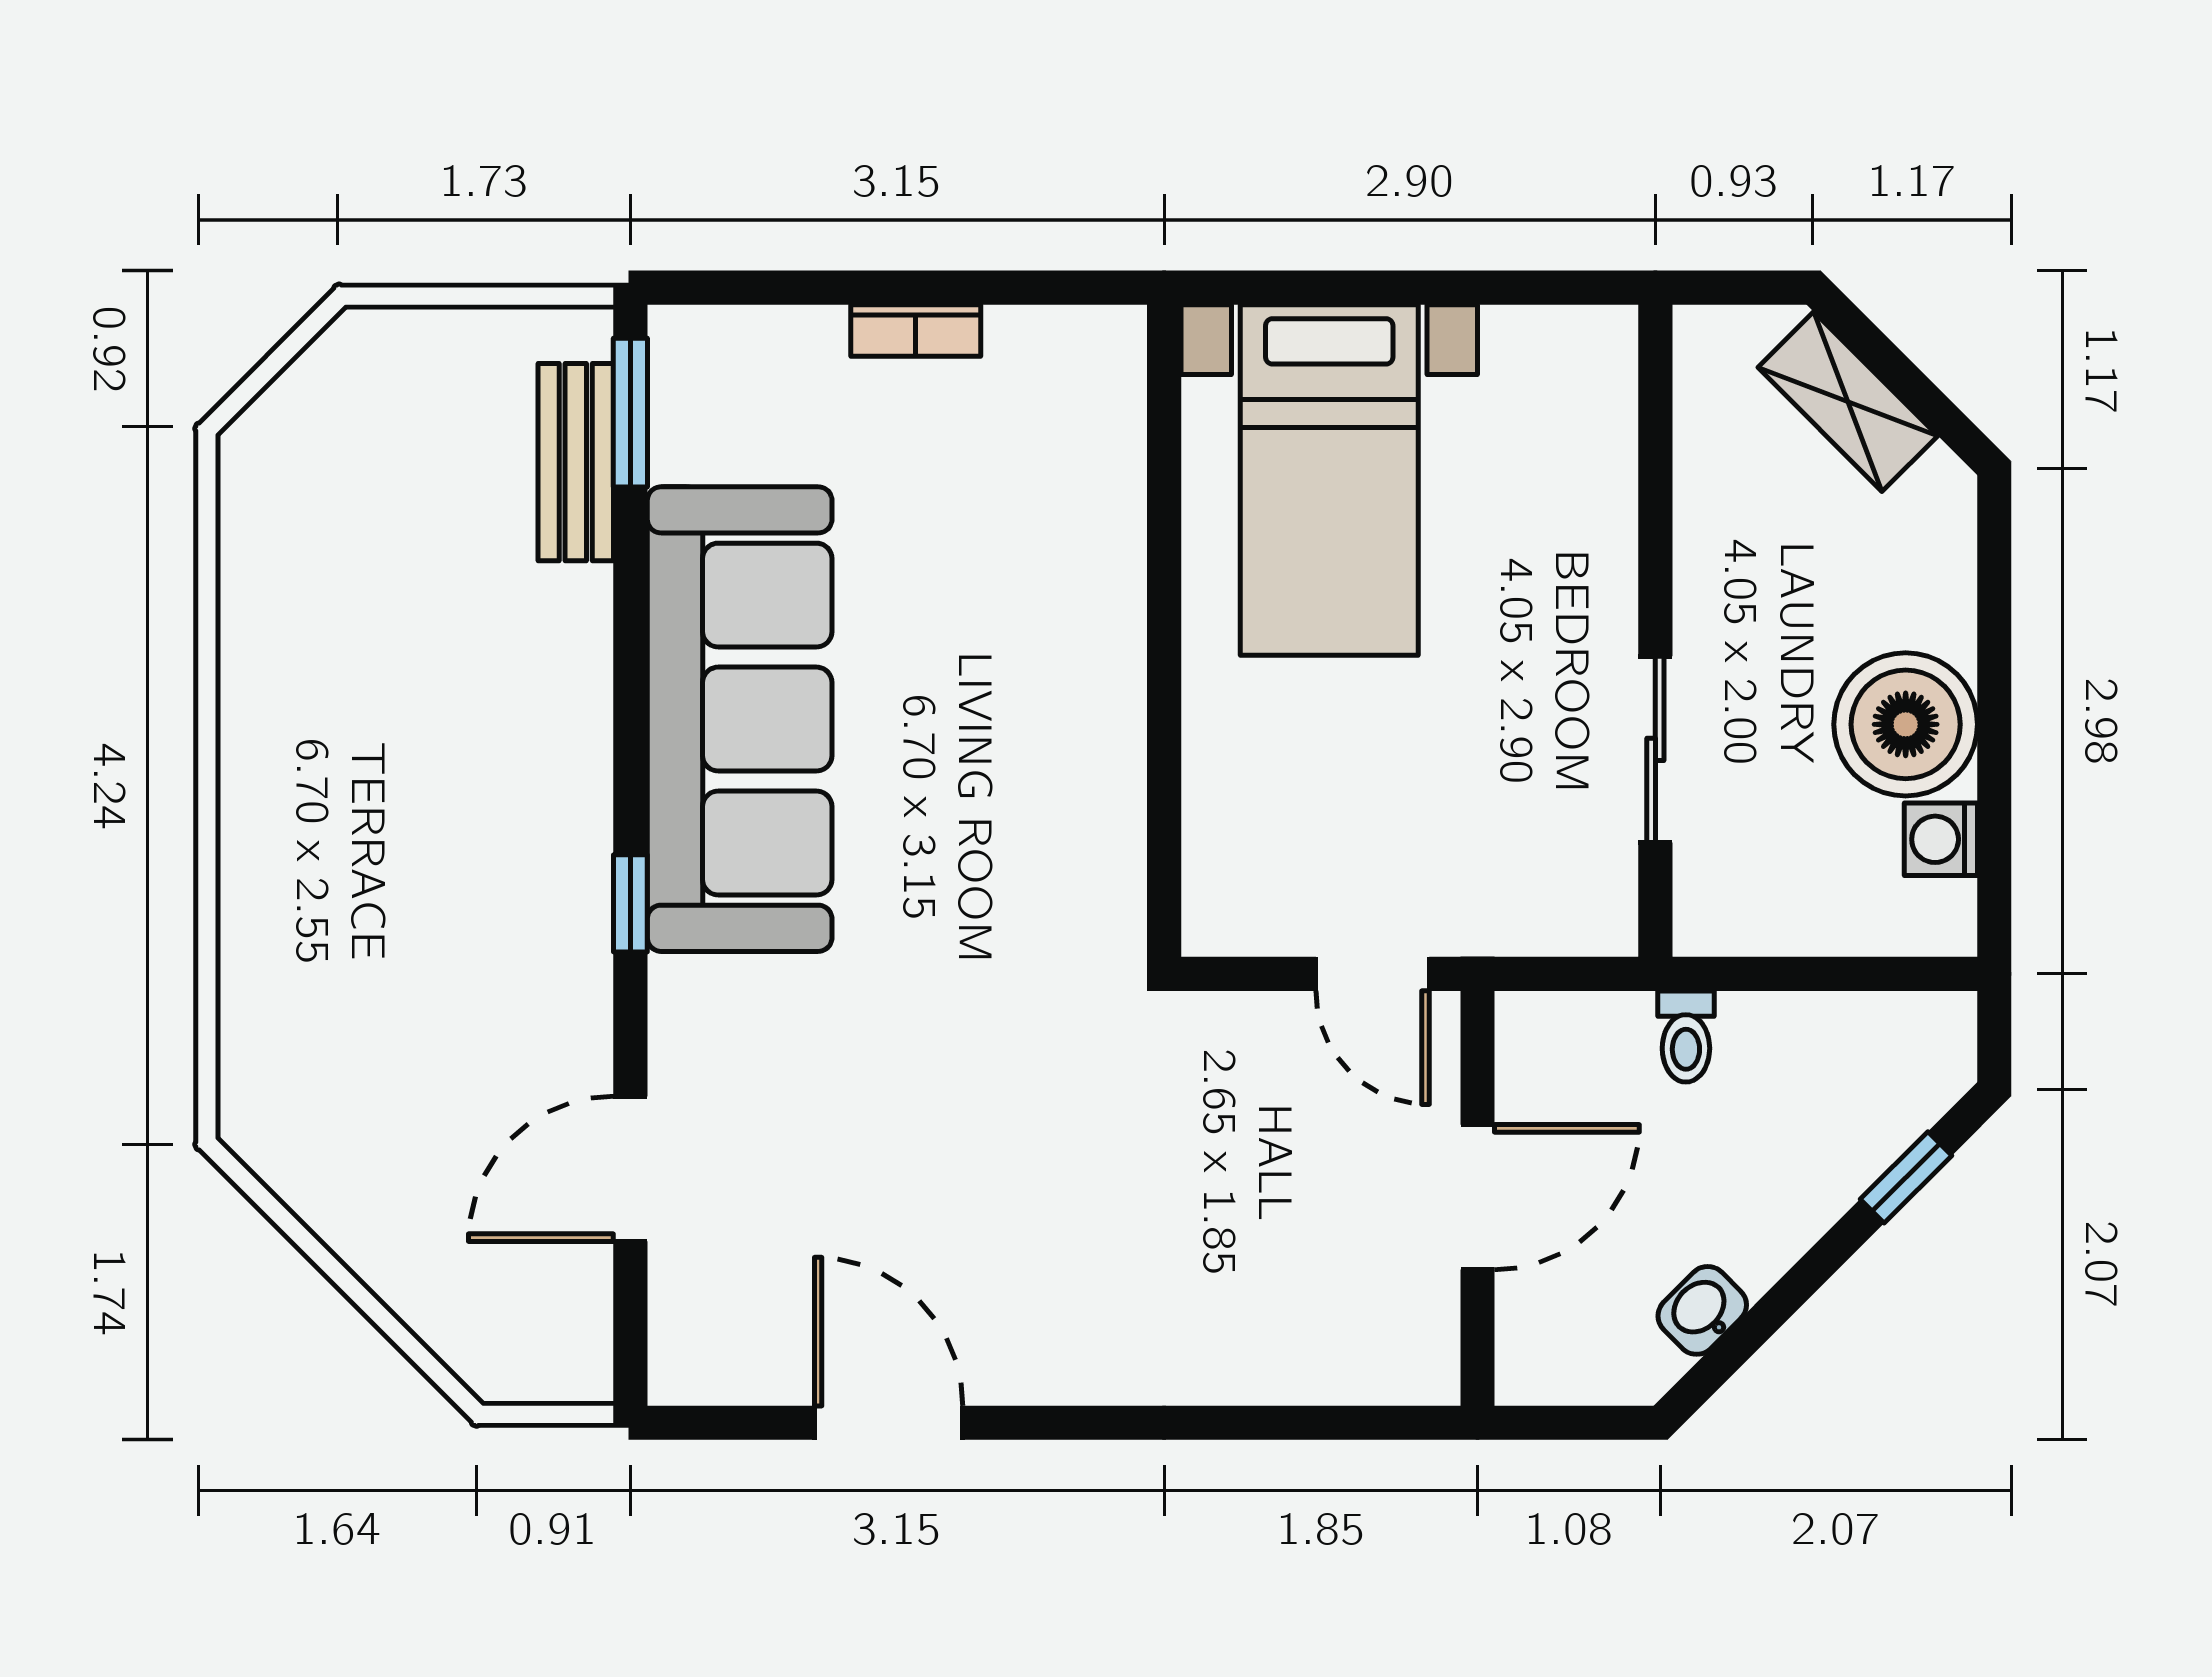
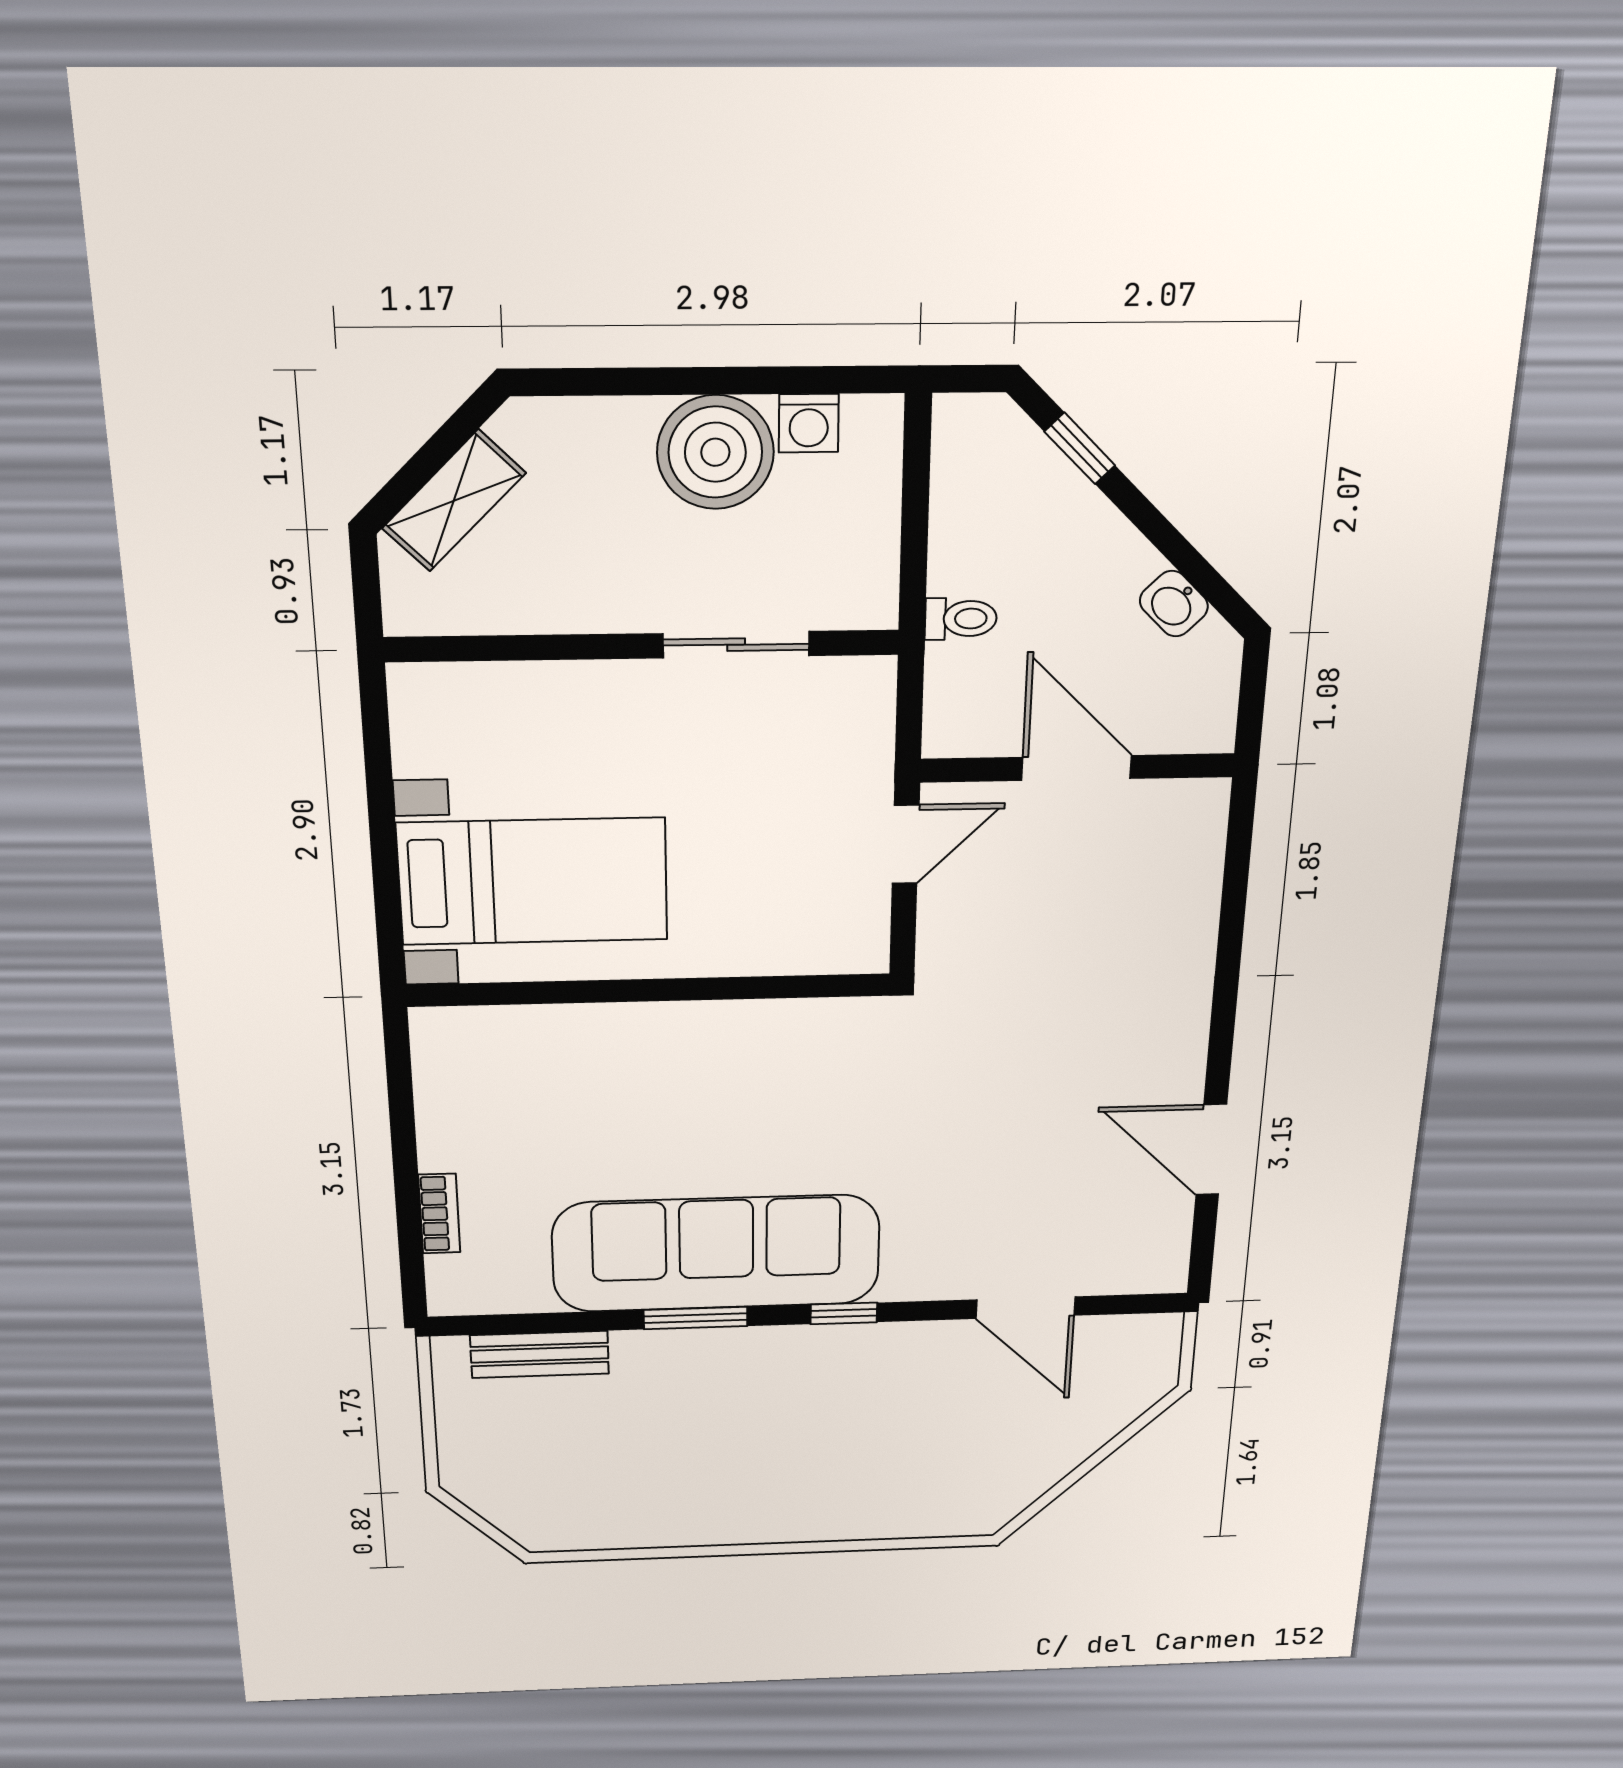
bookcase: (916, 331) -> (439, 1214), moved
window: (630, 413) -> (696, 1318), moved
door: (889, 1423) -> (1211, 1150), hinge flipped

